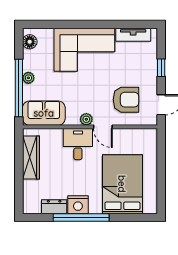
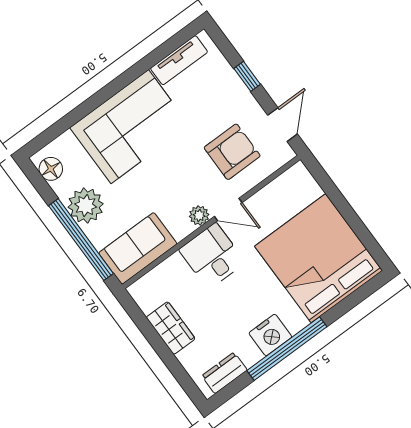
plant: (28, 78) -> (86, 205), width x1.88, depth x1.88
wardrobe: (31, 157) -> (171, 328), width x0.67
bed: (122, 184) -> (318, 258), width x1.36
dresser: (54, 207) -> (224, 373), moved

